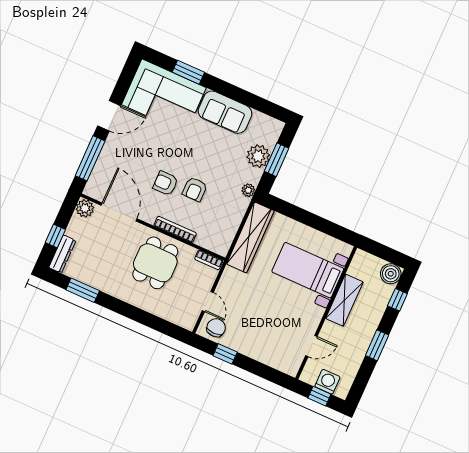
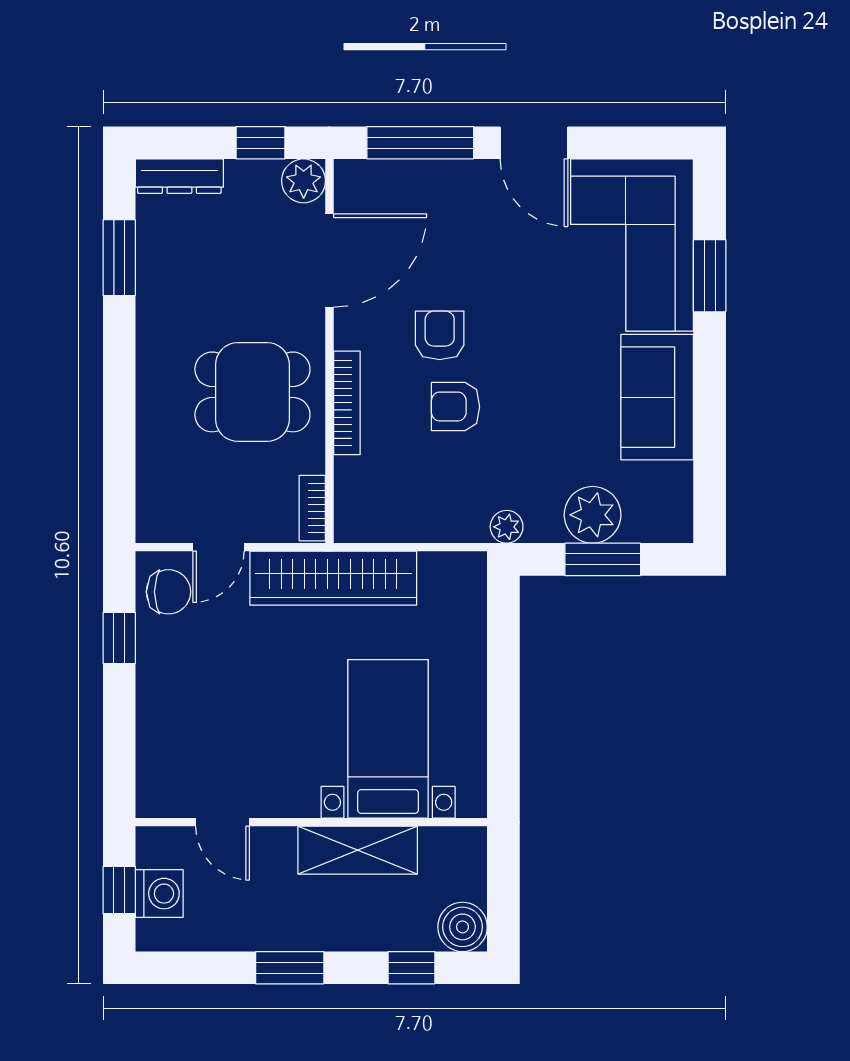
window: (55, 236) -> (261, 143), moved
wardrobe: (250, 237) -> (333, 578), moved

